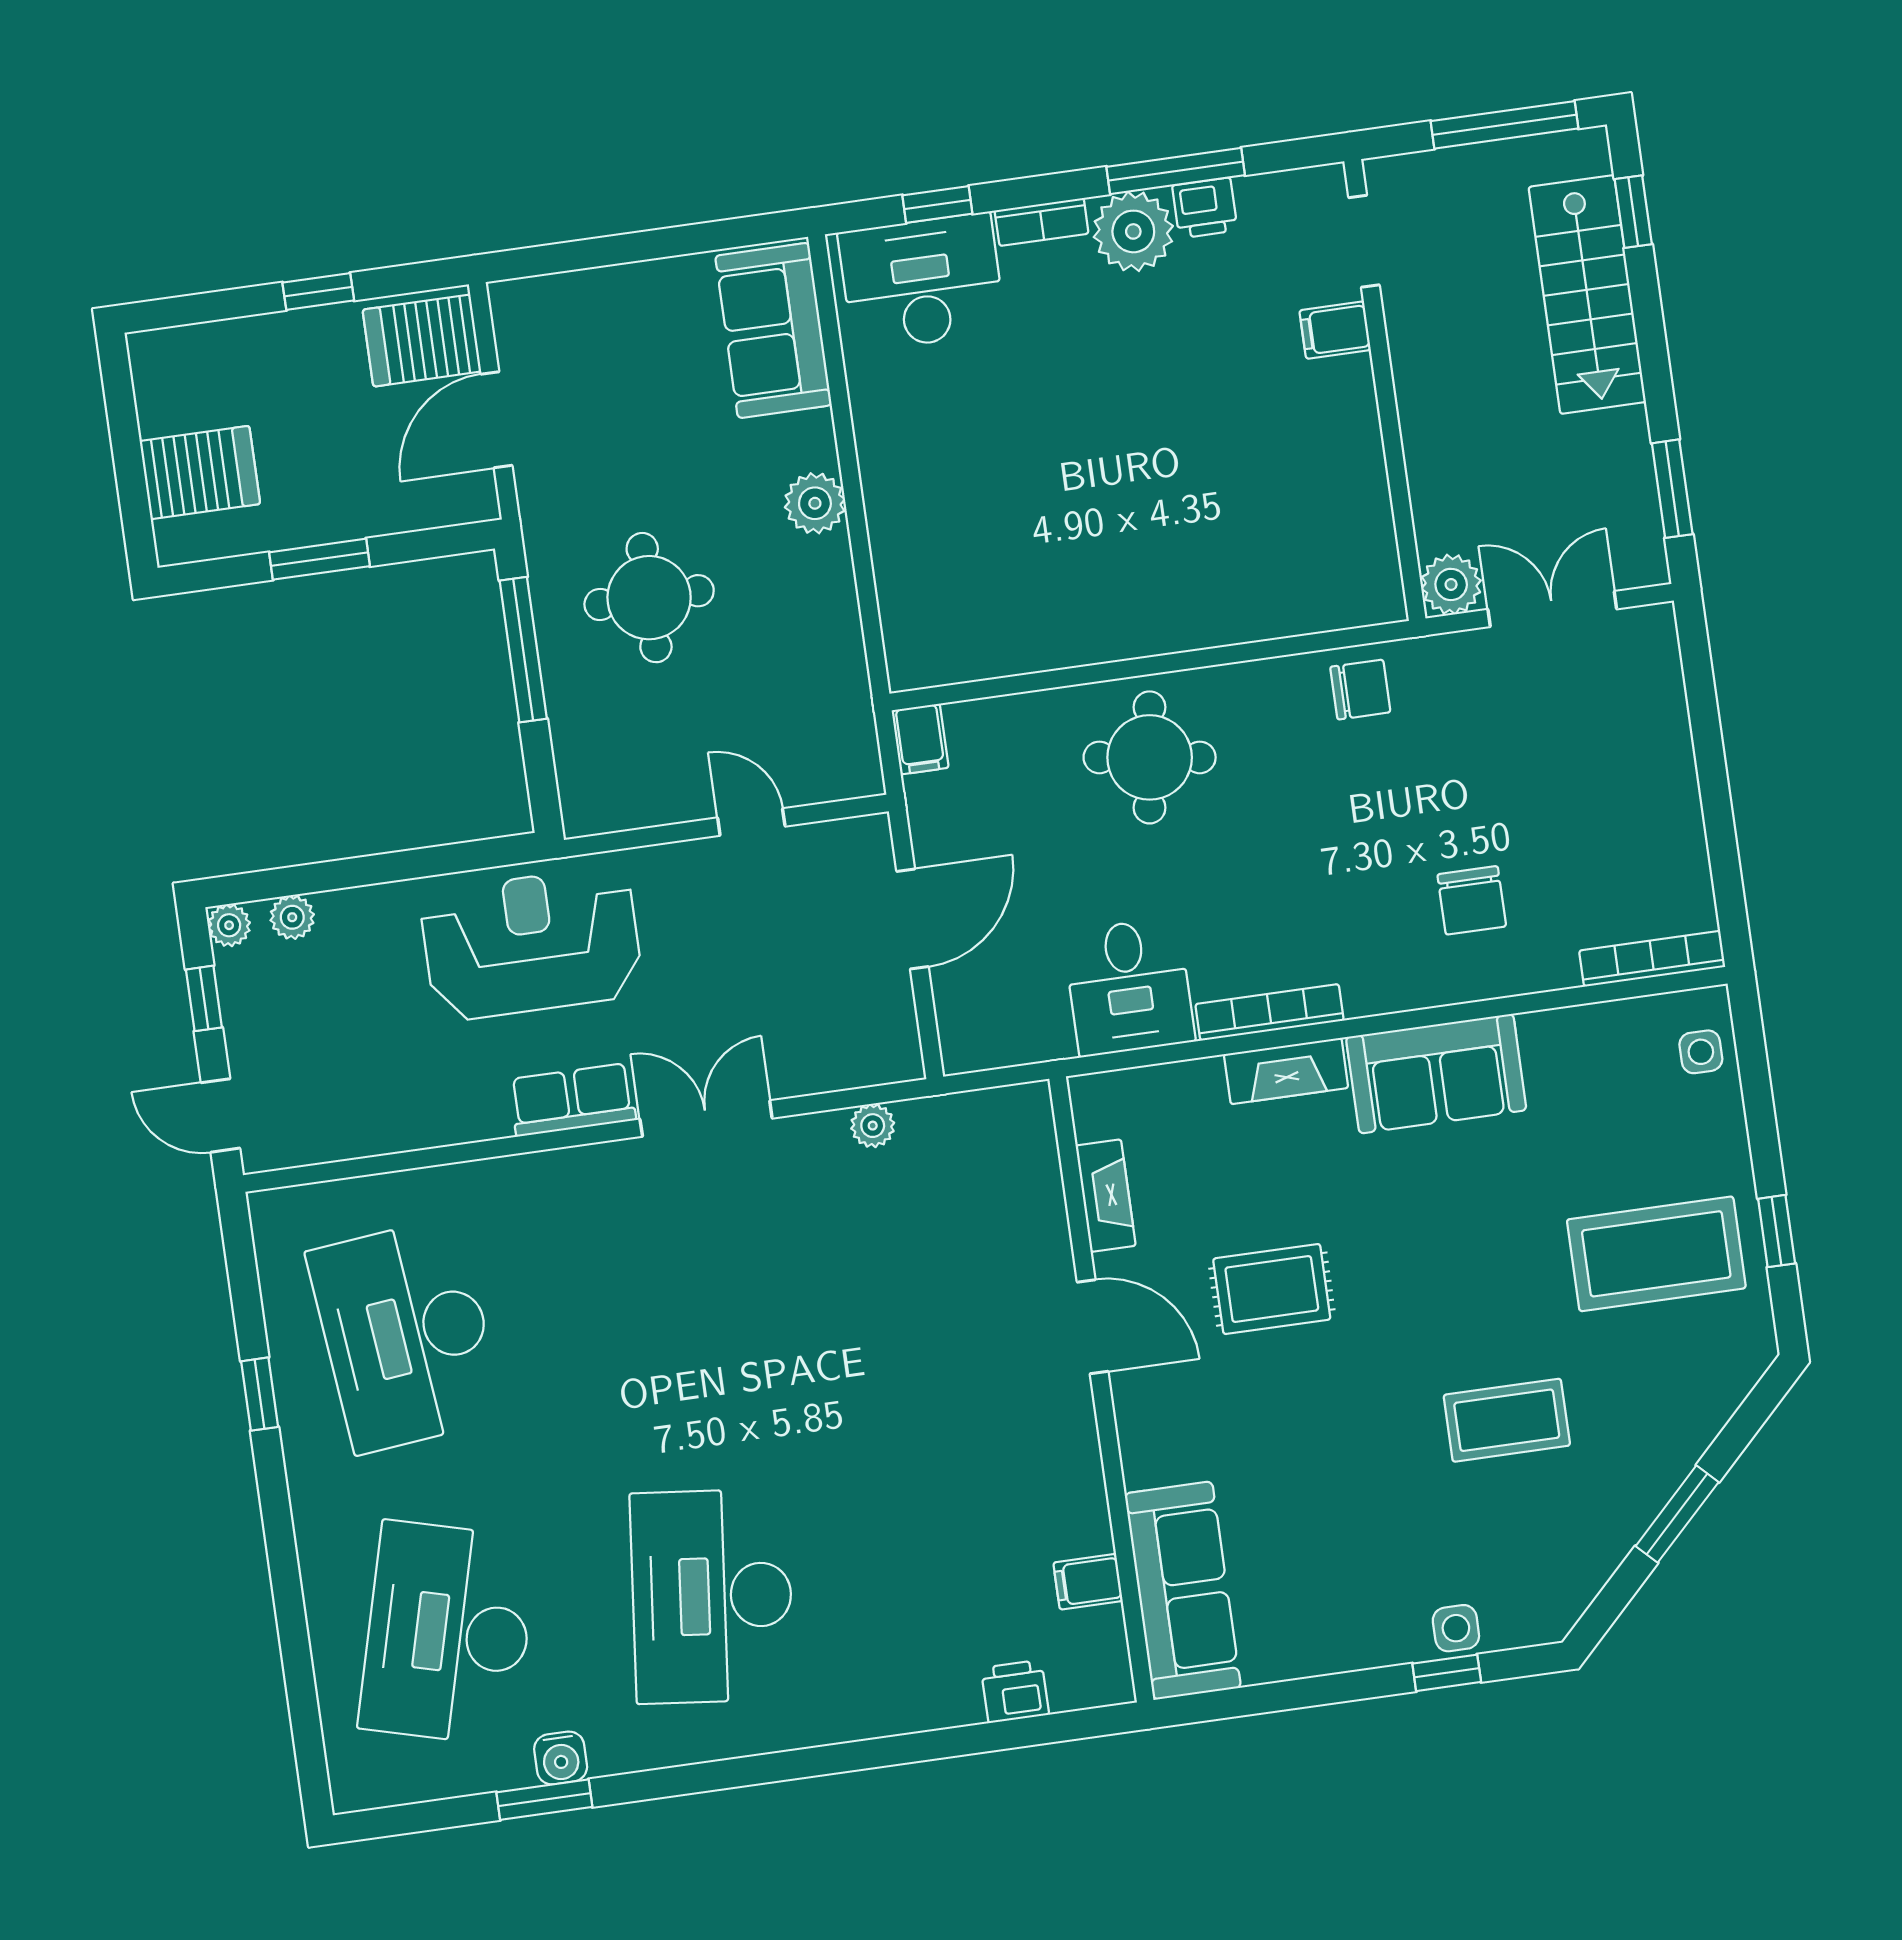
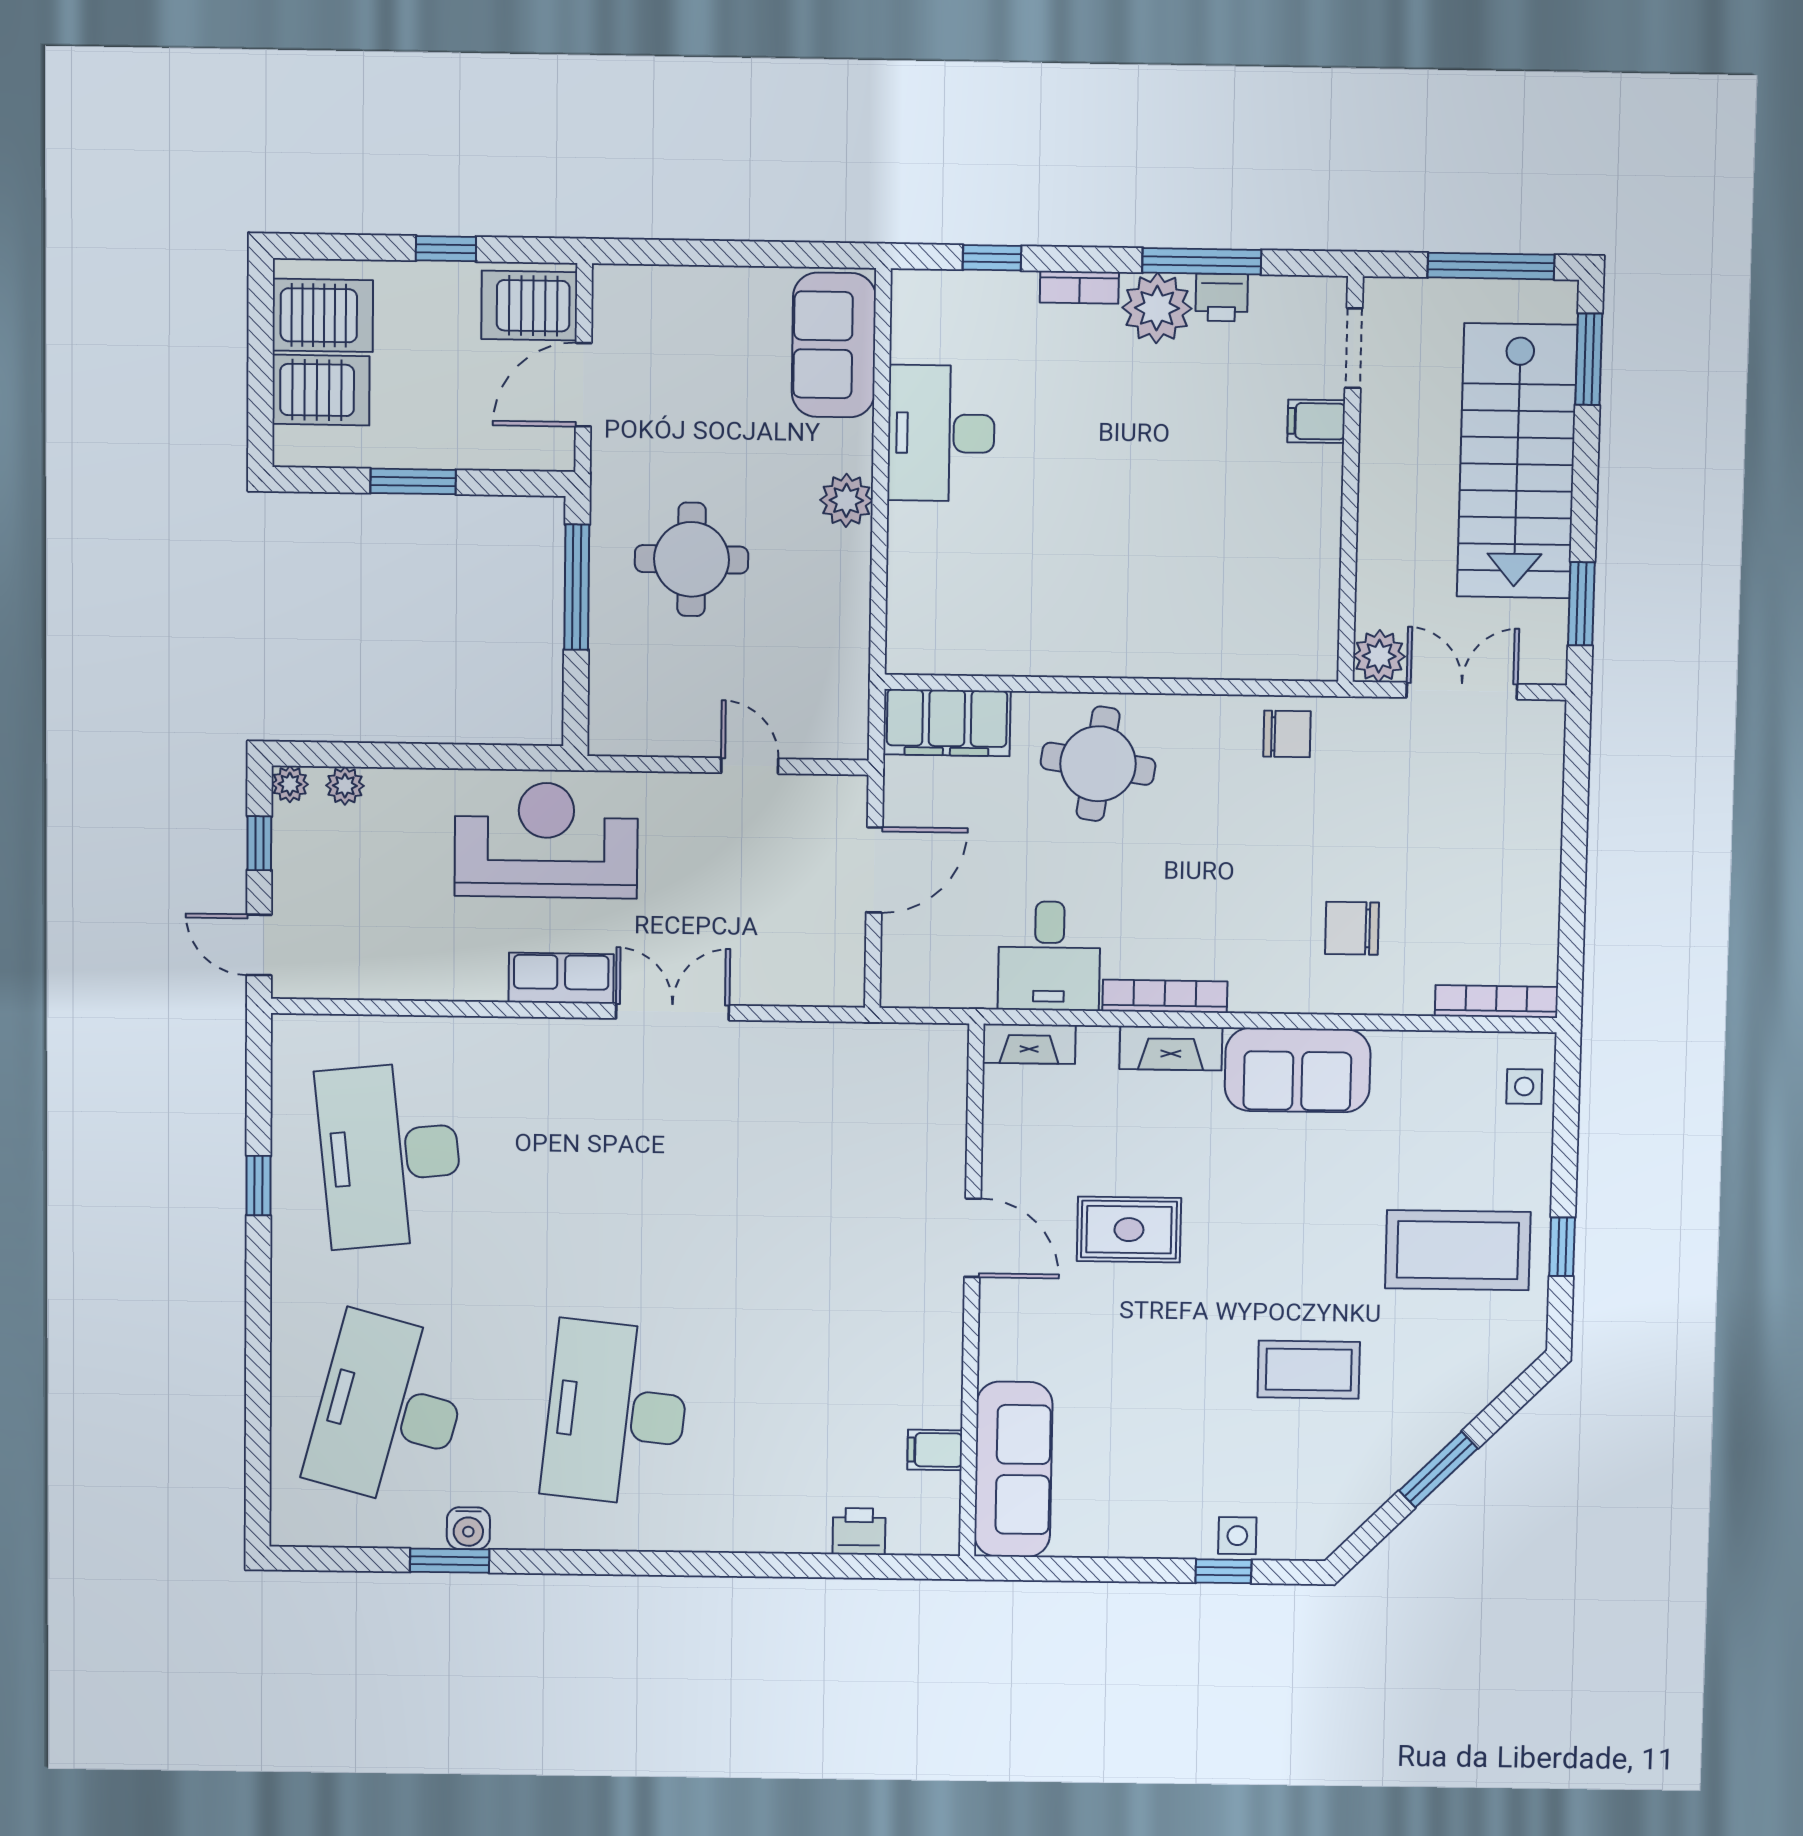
window: (1633, 212) -> (1589, 359), width x1.50
desk: (922, 282) -> (941, 433), moved, turned -90
stairs: (1587, 294) -> (1517, 461), width x1.36, depth x1.51
server rack: (190, 388) -> (323, 315), added
filing cabinet: (920, 739) -> (947, 723), width x3.00, depth x1.17
chair: (1472, 900) -> (1352, 928), turned 90
plant: (873, 1126) -> (813, 1040), removed
fireplace: (1106, 1196) -> (1029, 1044), moved, turned 90

